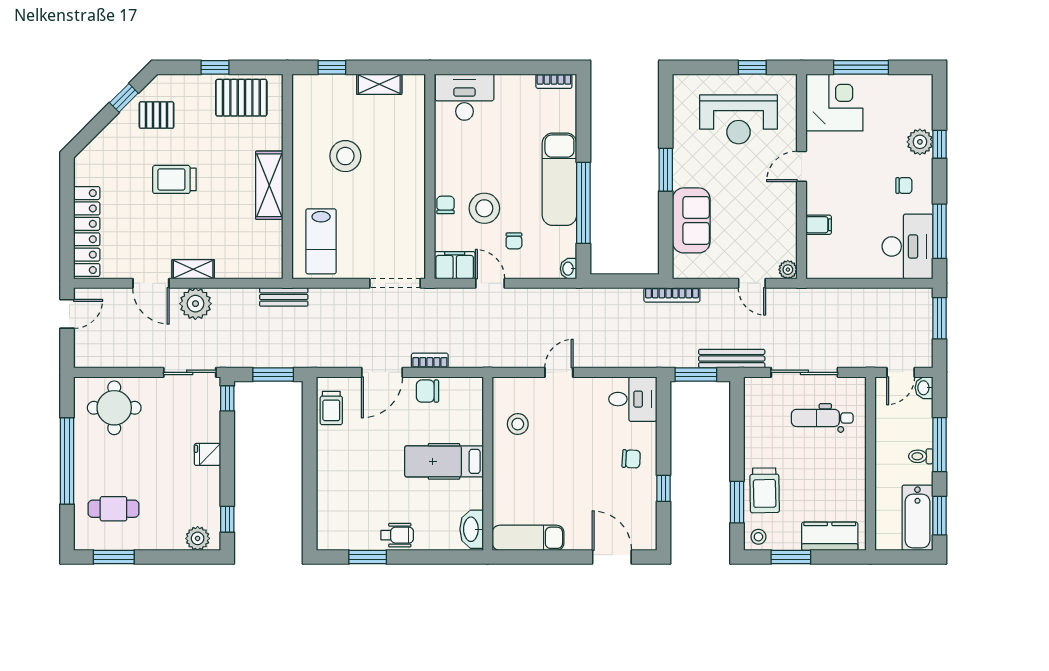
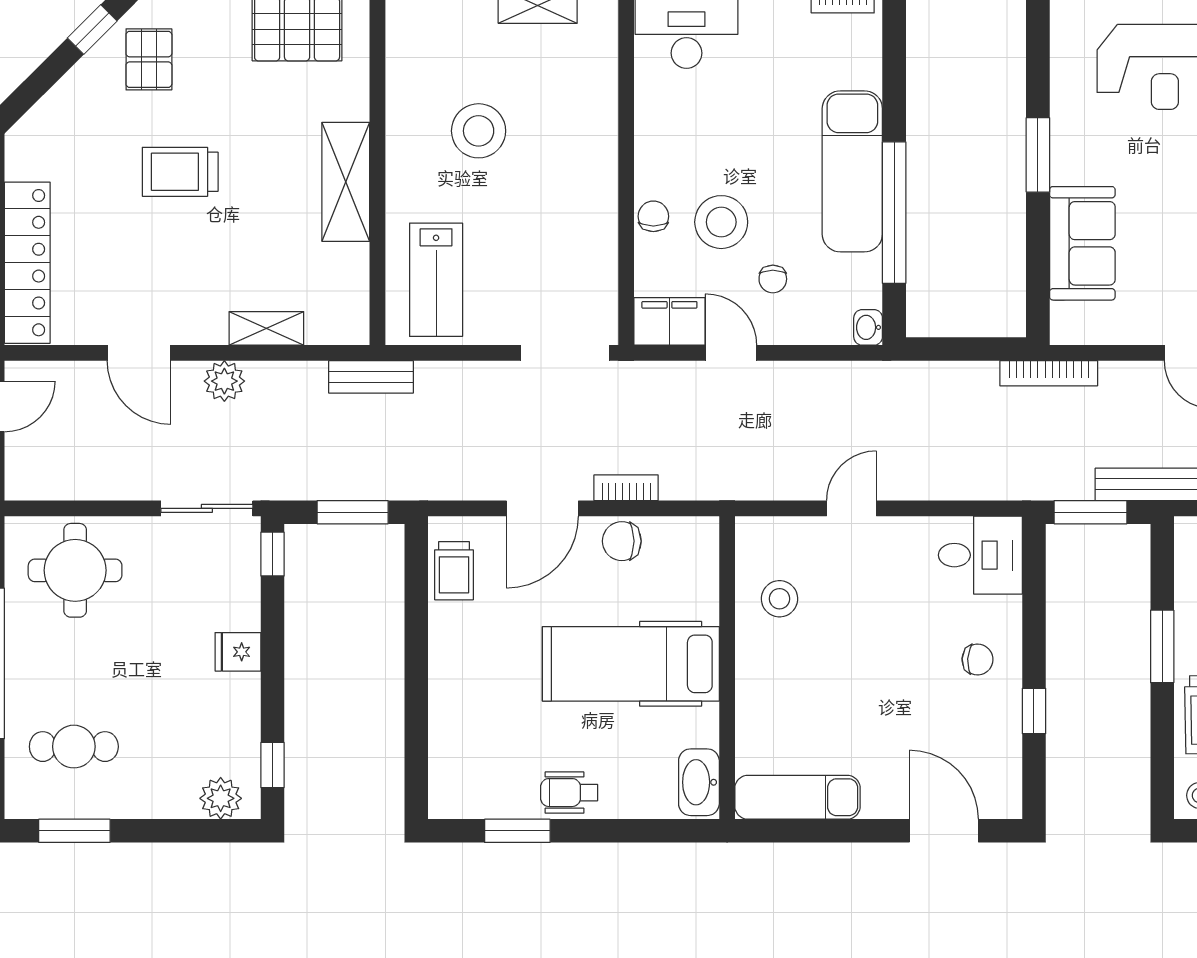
pallet: (157, 115) -> (149, 59), turned 90
shelving: (193, 269) -> (266, 328), moved
plant: (195, 304) -> (224, 381), width x0.73, depth x0.73
hospital bed: (444, 461) -> (631, 664), width x1.37, depth x1.29
window: (737, 502) -> (1162, 646), moved
wheelchair: (397, 535) -> (569, 793), turned 180

